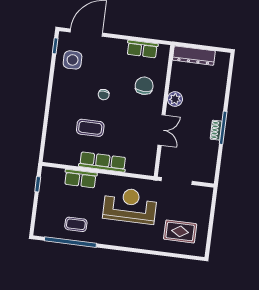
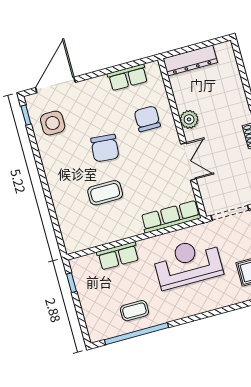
chair: (104, 95) -> (105, 148), width x1.87, depth x1.87
row of seats: (103, 162) -> (171, 217), moved

